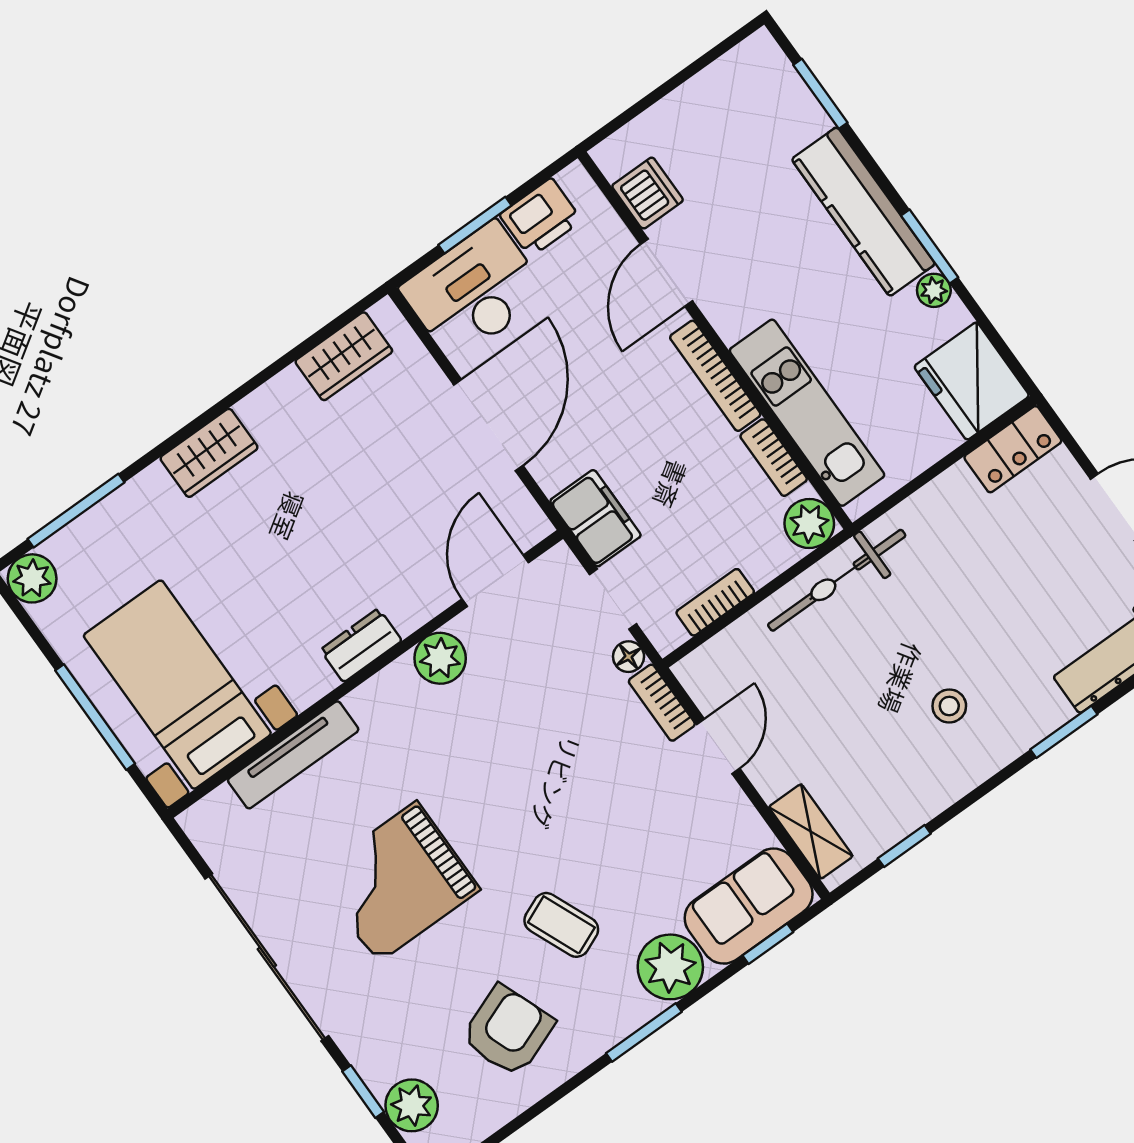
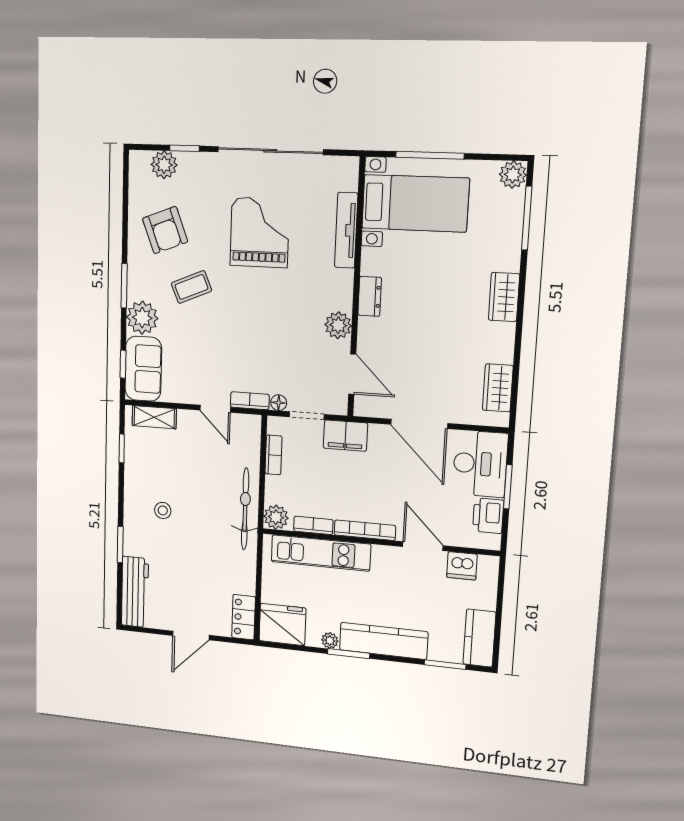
kitchen counter: (735, 79) -> (479, 638), added

